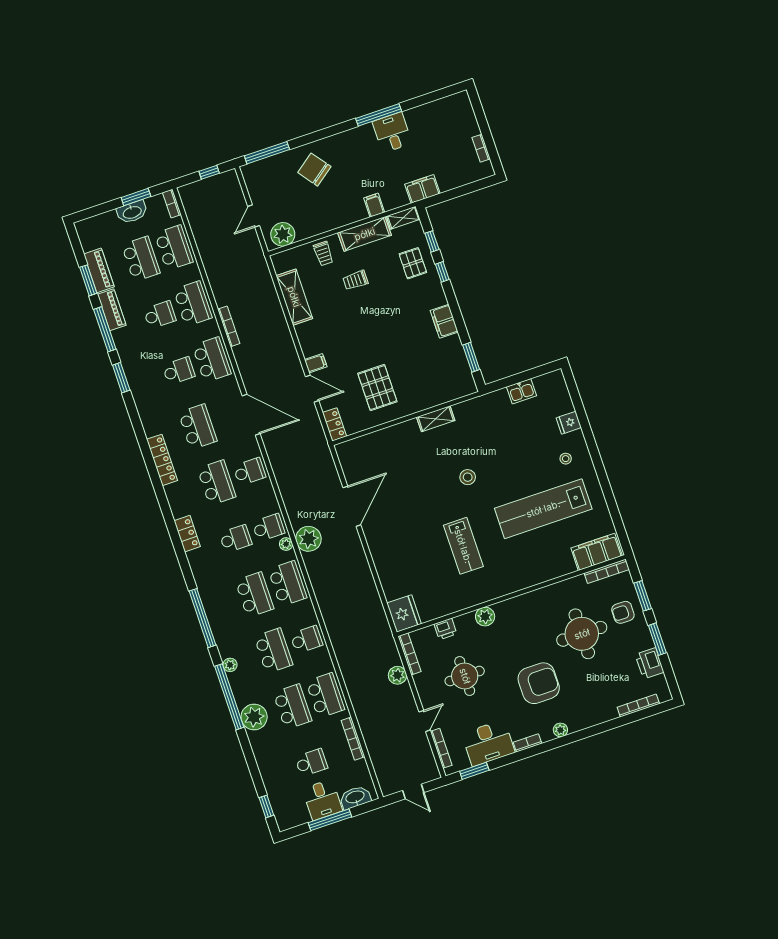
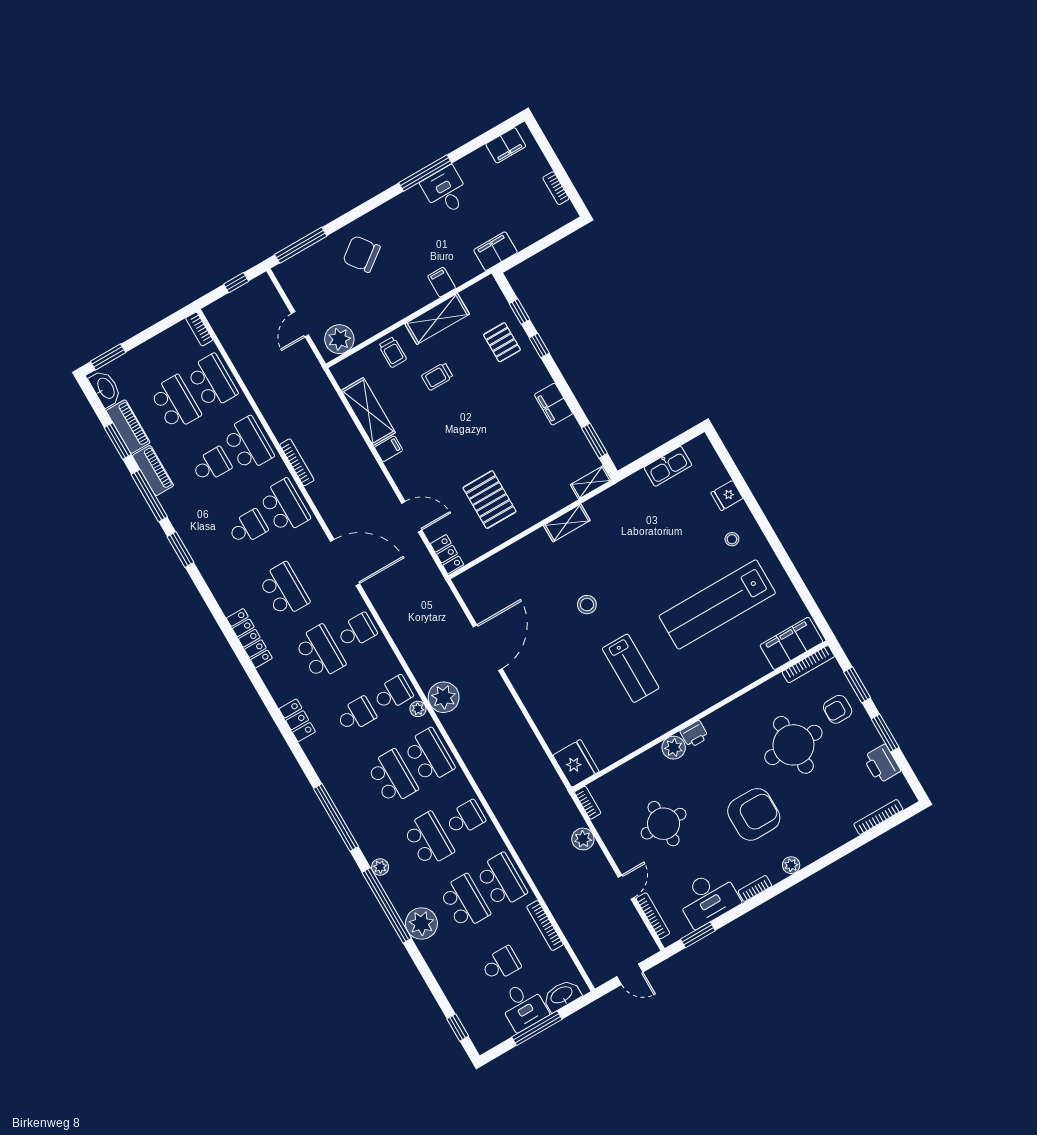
filing cabinet: (448, 106) -> (506, 145), added
window: (136, 197) -> (108, 357), moved
washbasin: (132, 212) -> (105, 388), moved, turned -90
shelving: (403, 218) -> (591, 482), moved
filing cabinet: (316, 363) -> (389, 449), moved
kitchen sink: (521, 391) -> (668, 466), width x1.38
stool: (468, 477) -> (587, 605), moved
printer: (445, 629) -> (694, 734), moved
bookcase: (410, 654) -> (588, 803), width x0.64

